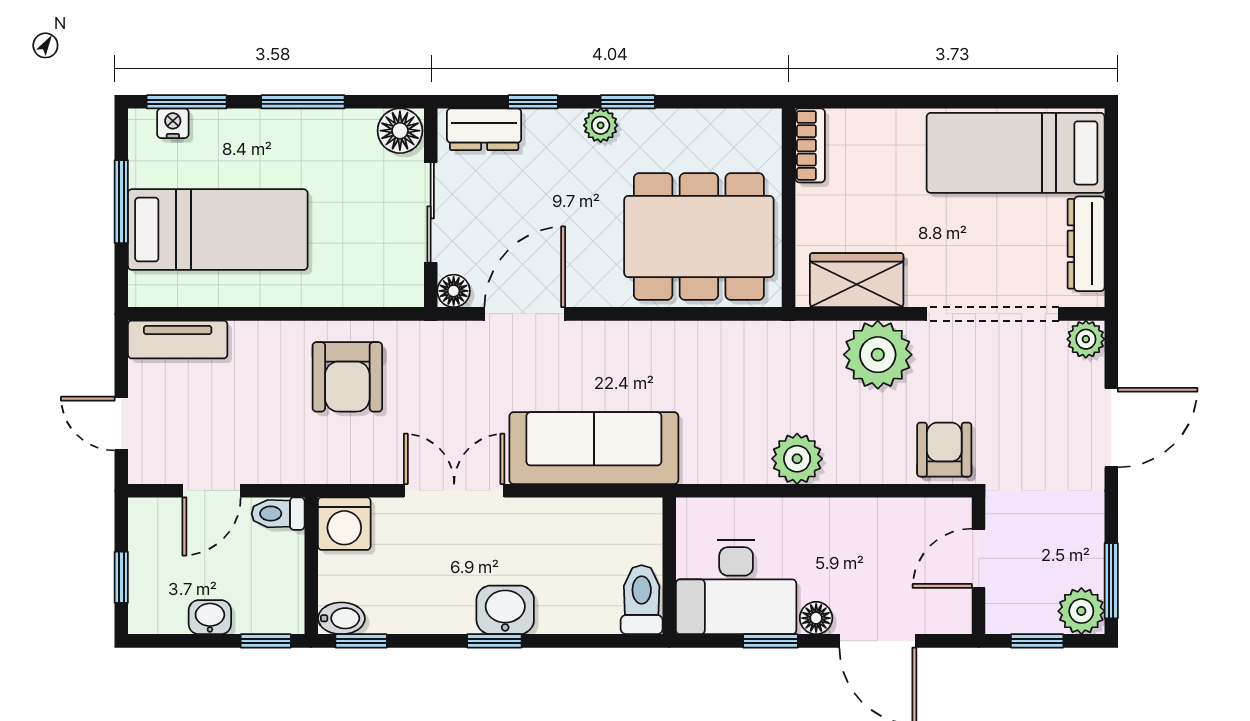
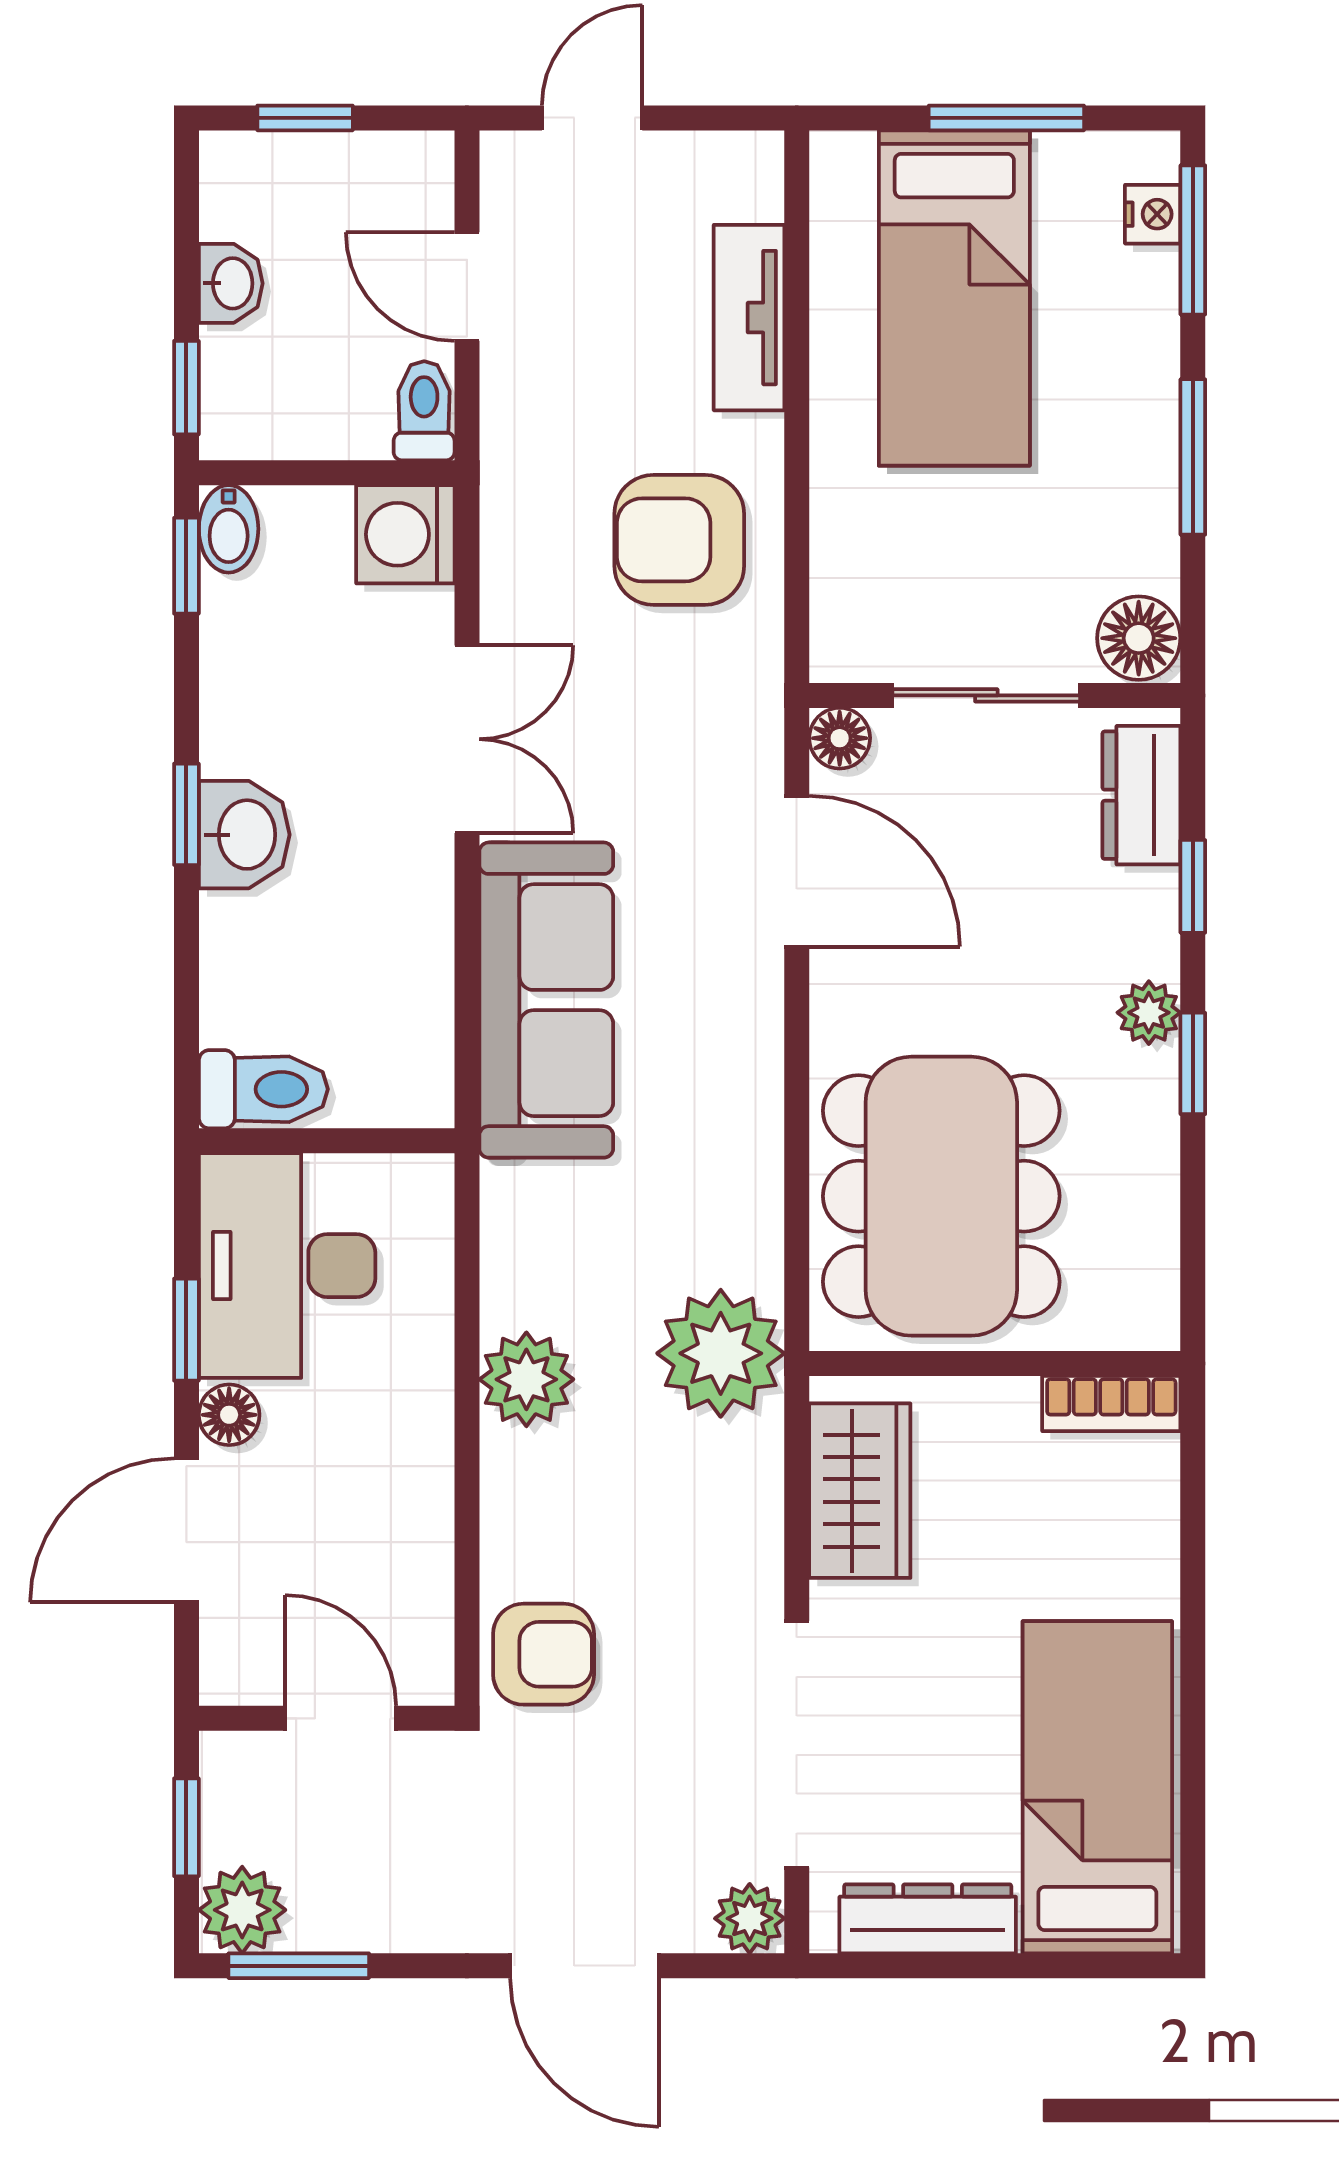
tv unit: (178, 339) -> (749, 318), moved
plant: (878, 355) -> (721, 1353), moved

